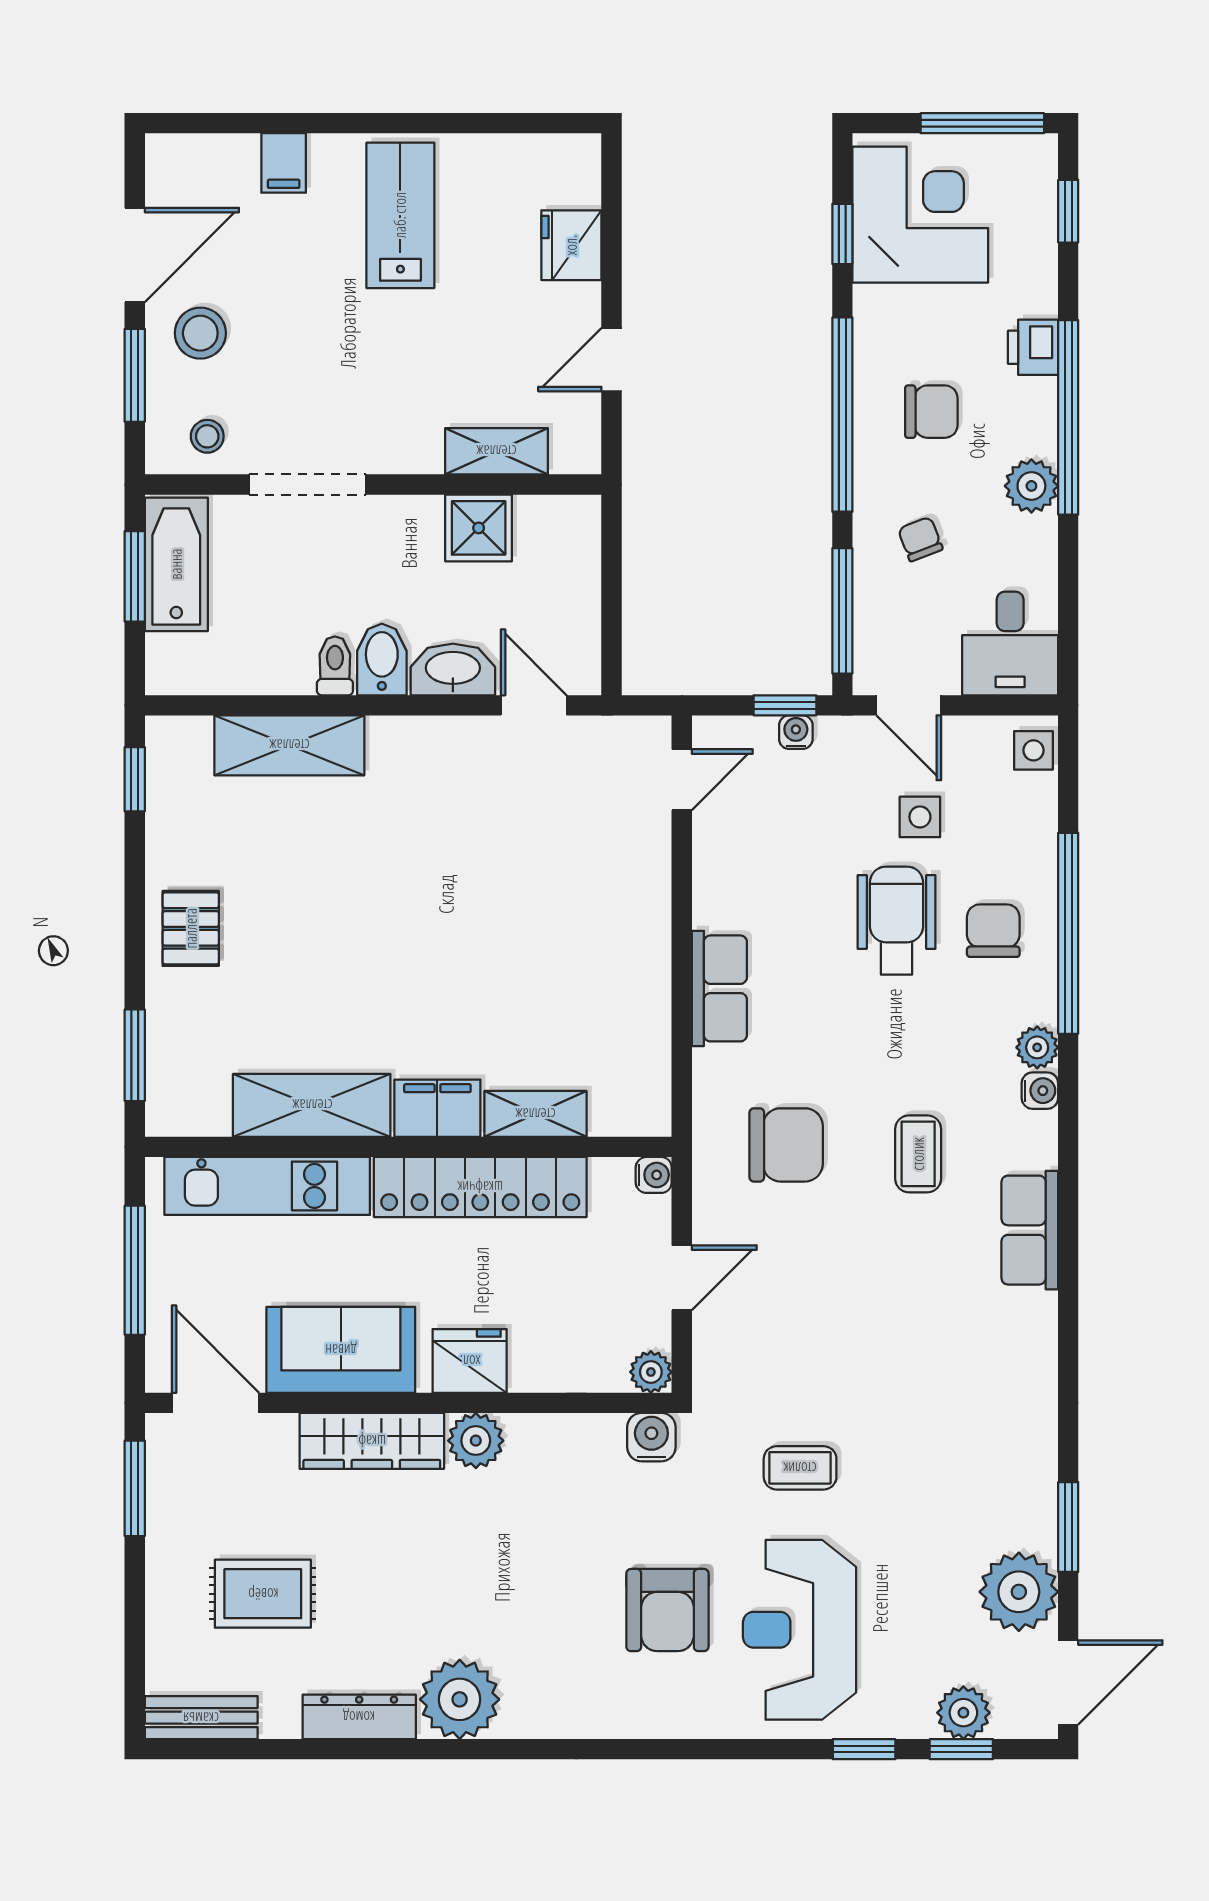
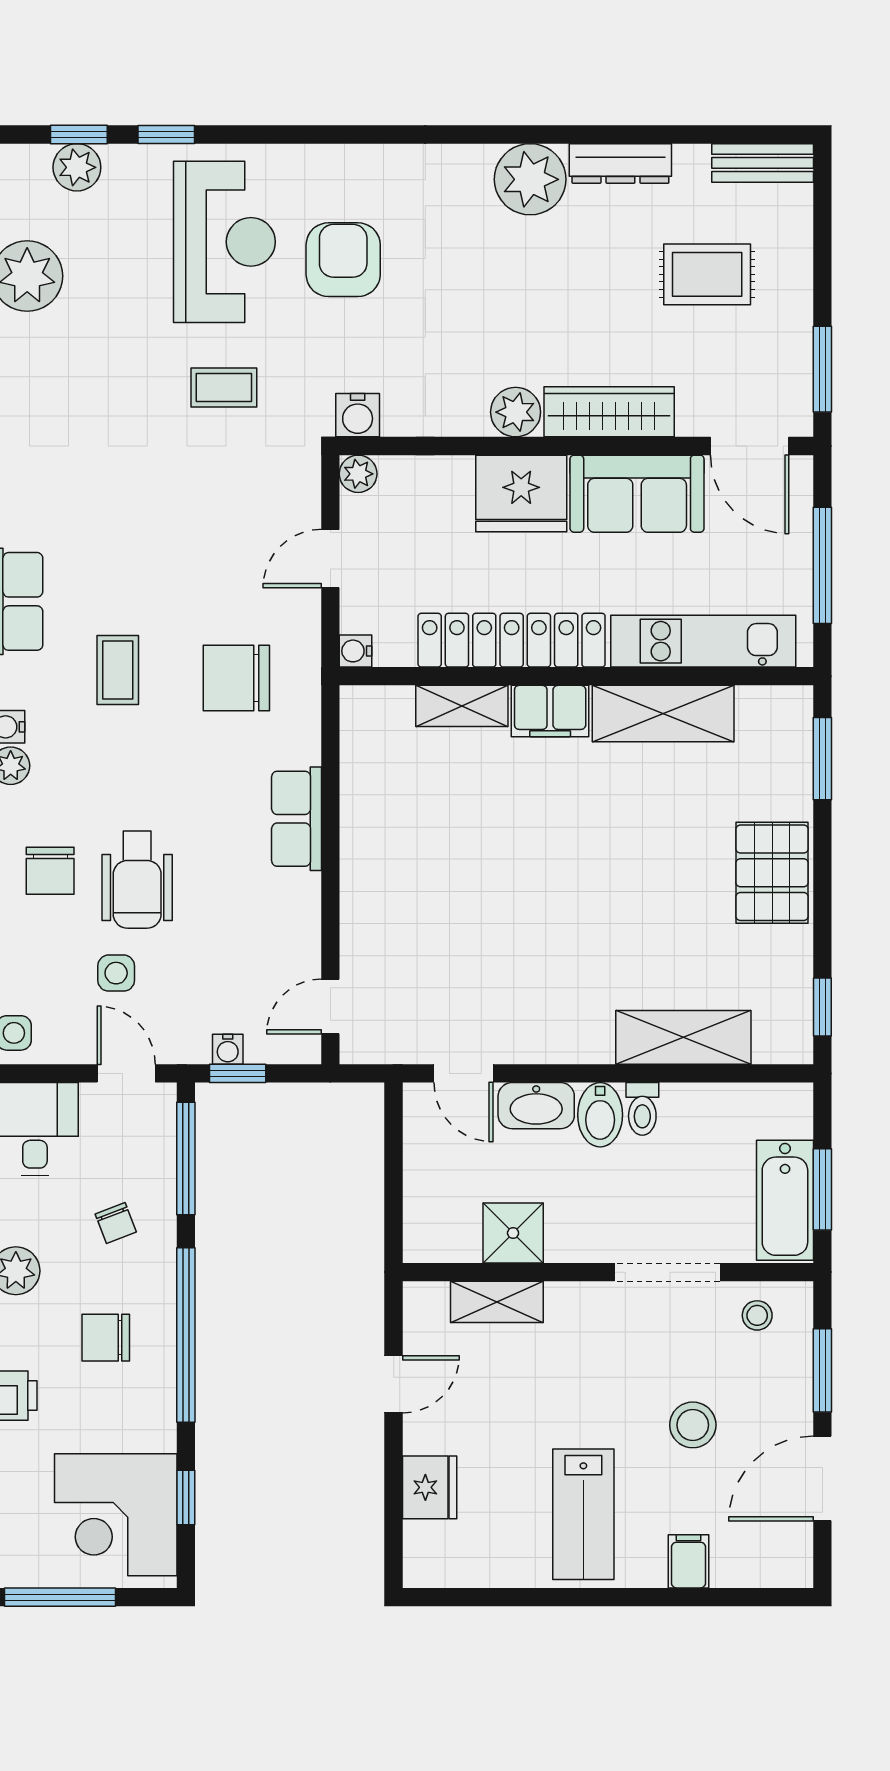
stool: (200, 333) -> (693, 1425), moved
pallet: (191, 928) -> (772, 873), width x1.50, depth x1.42
fridge: (470, 1361) -> (521, 493), width x1.36, depth x1.34

